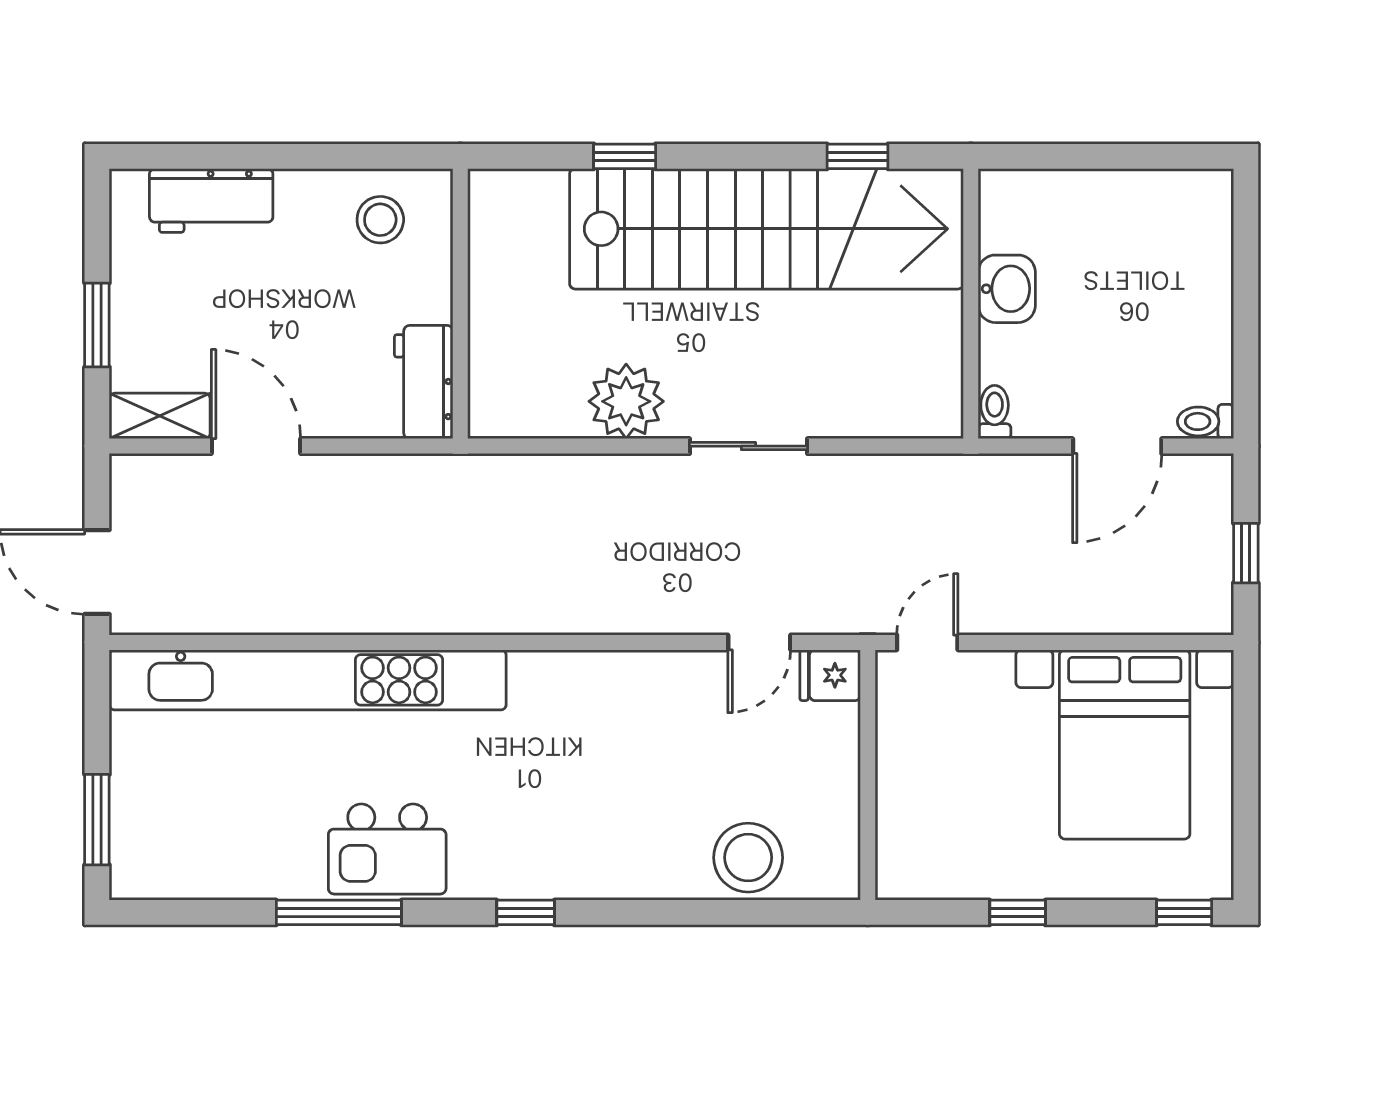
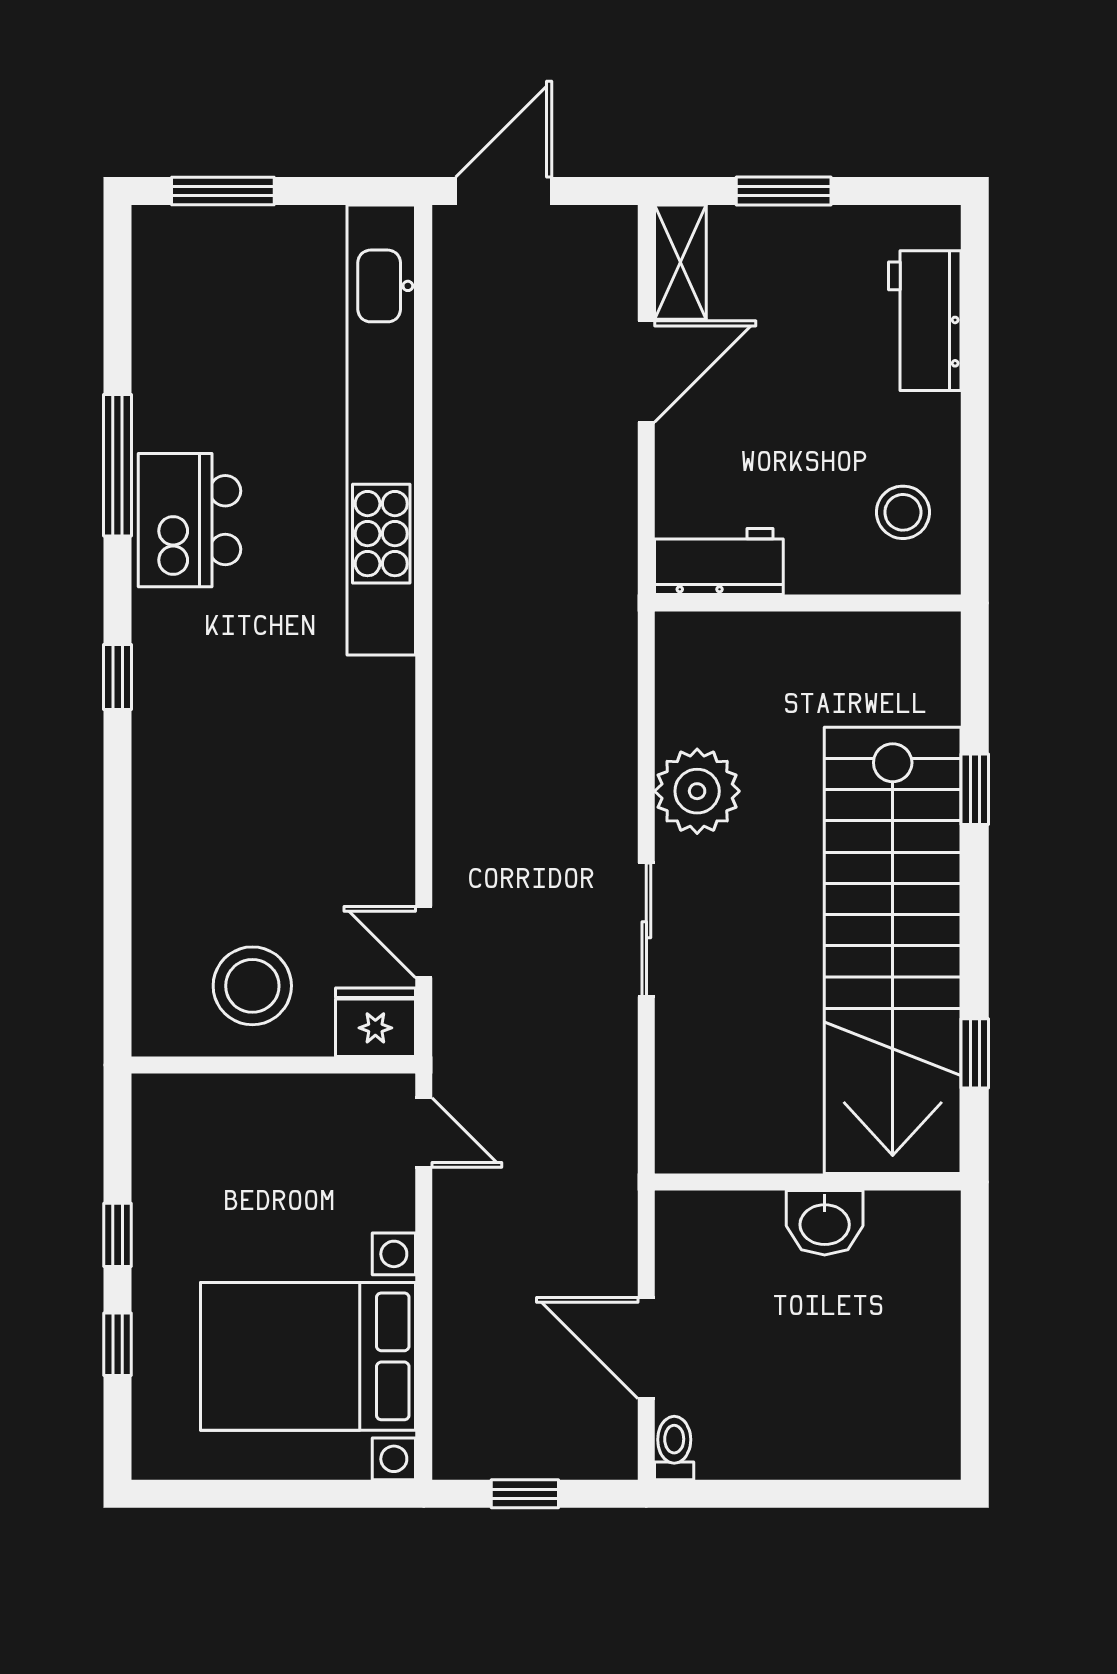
toilet: (995, 412) -> (685, 1209), removed
fridge: (830, 675) -> (375, 1022), width x1.38
stool: (748, 858) -> (252, 986), moved
window: (1184, 912) -> (117, 1344), moved

